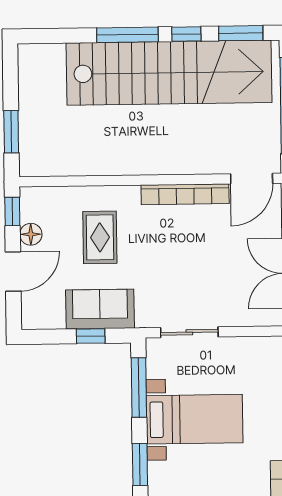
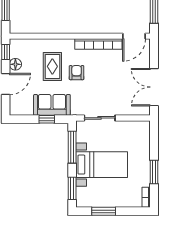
armchair: (145, 248) -> (77, 73), added

